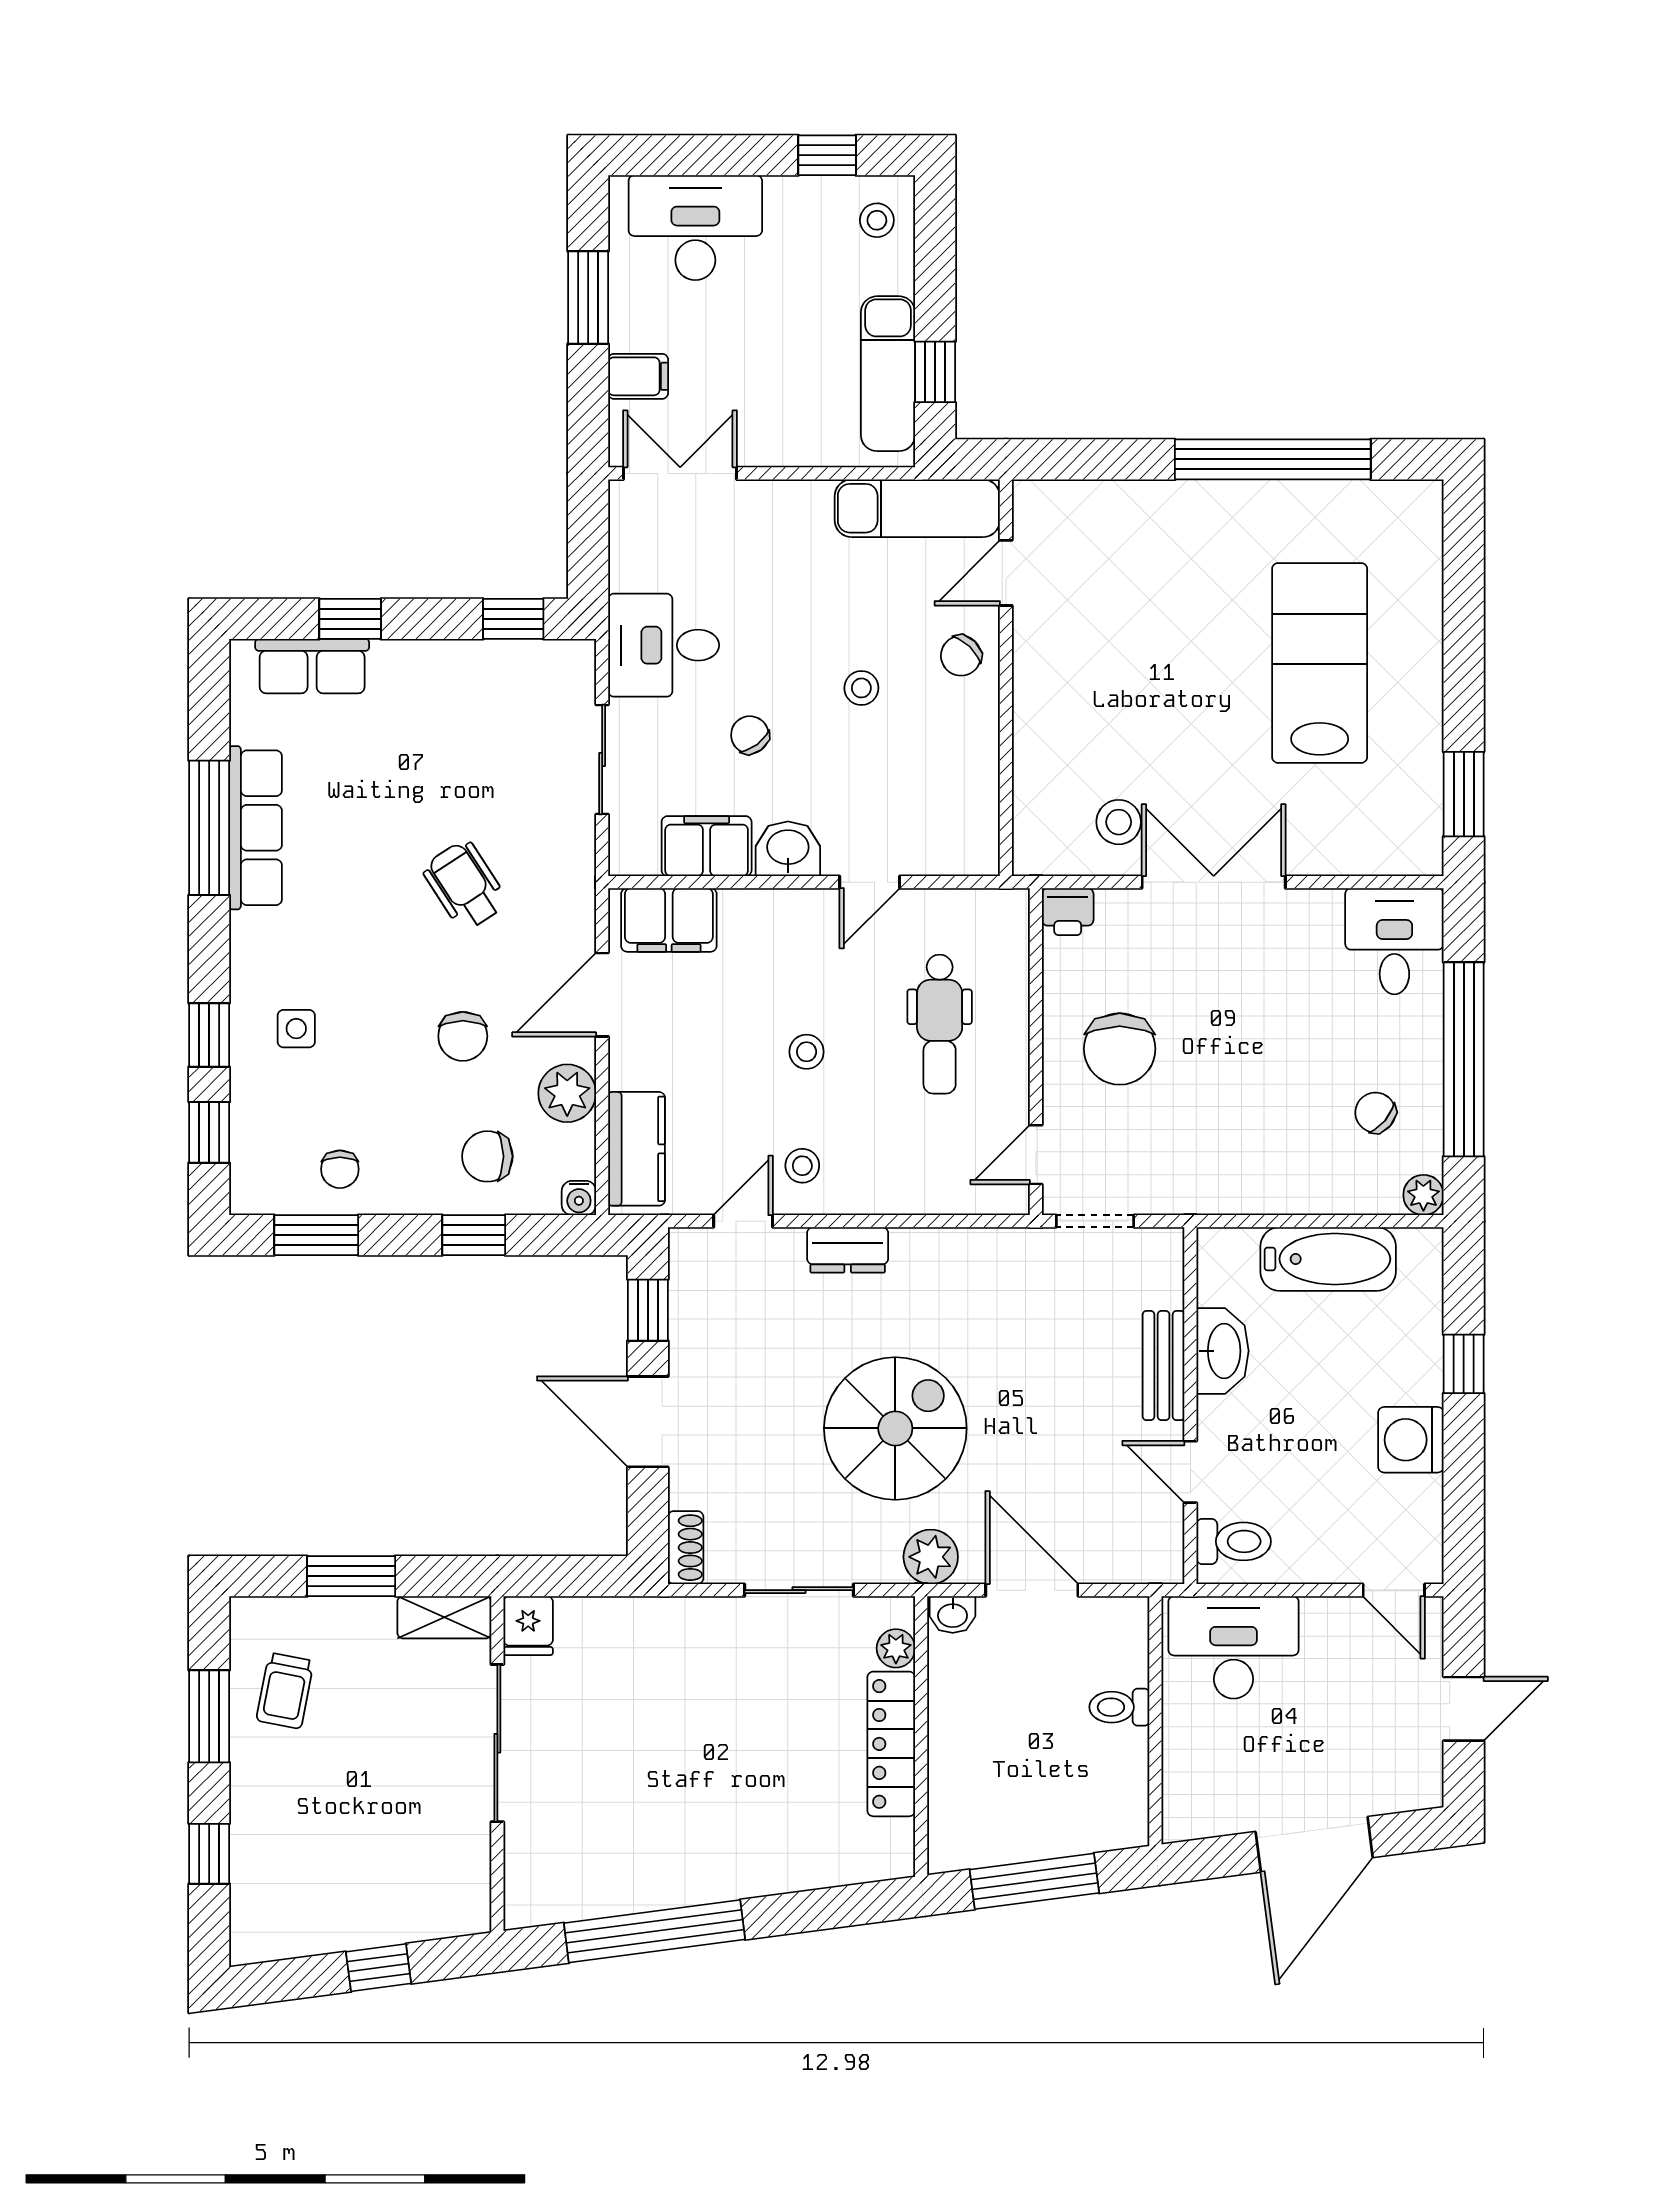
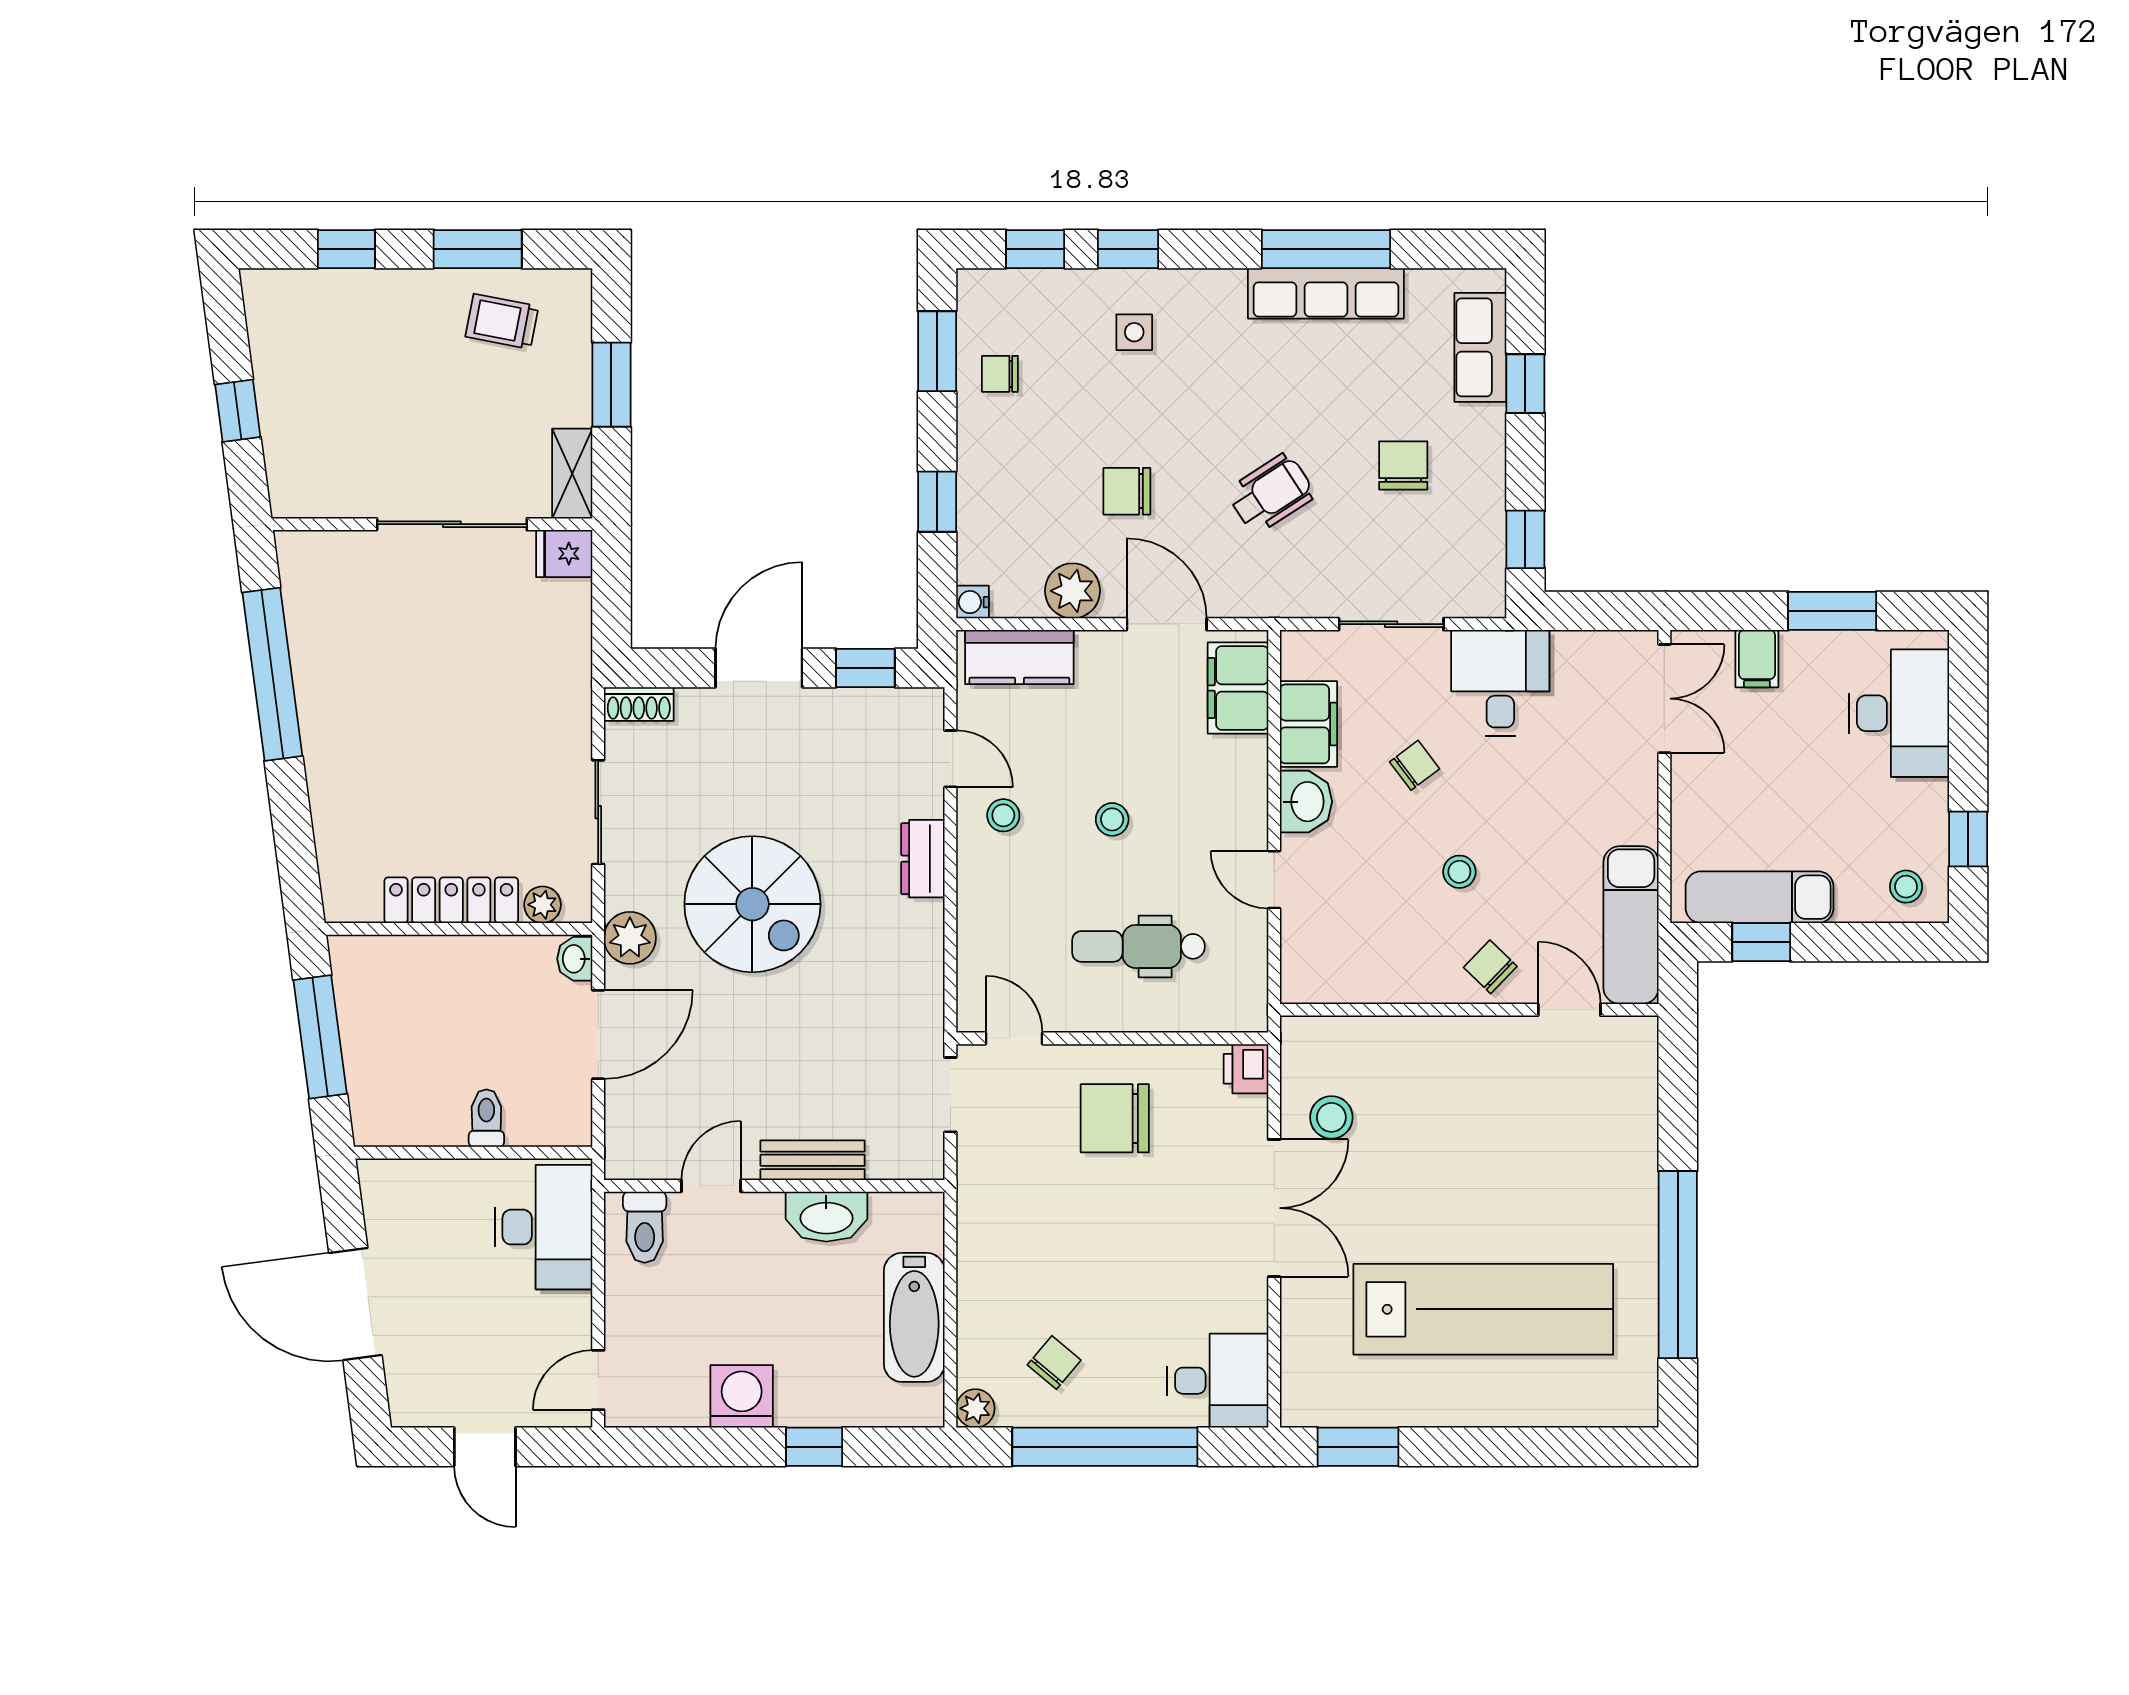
lab bench: (1320, 663) -> (1483, 1309), width x1.36
chair: (487, 1156) -> (1403, 465), moved

